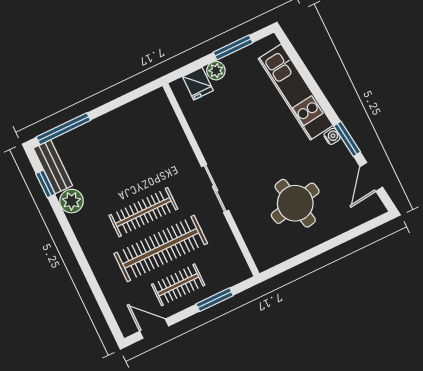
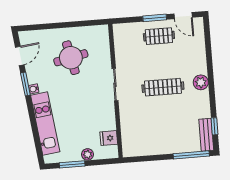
fridge: (198, 84) -> (109, 138), moved, turned -90
plant: (71, 201) -> (201, 82), moved
clothes rail: (161, 248) -> (161, 62), removed
window: (215, 300) -> (155, 18), moved

